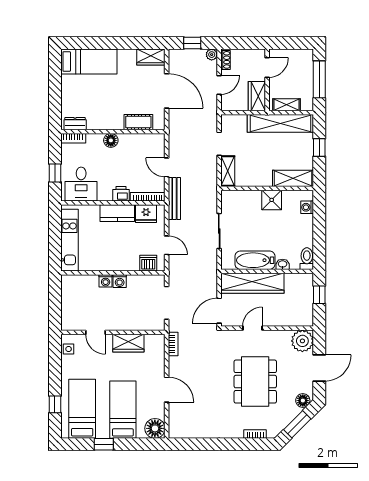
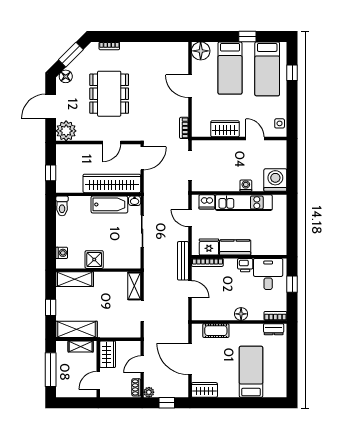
bed: (89, 62) -> (251, 372), moved, turned 90
shelving: (280, 123) -> (77, 329), width x0.68
printer: (121, 194) -> (245, 265), moved
kitchen unit: (69, 240) -> (244, 203), moved, turned -90
washbasin: (283, 264) -> (135, 201), moved
washing machine: (120, 281) -> (275, 180), moved, width x1.89, depth x1.89

